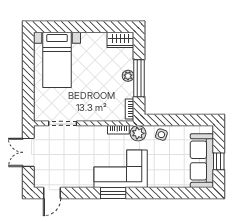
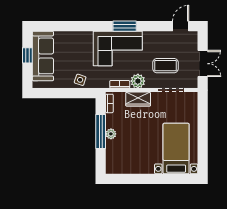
wardrobe: (120, 40) -> (138, 99), moved, turned 180
plant: (138, 133) -> (138, 81), moved
coffee table: (69, 150) -> (165, 66), added

